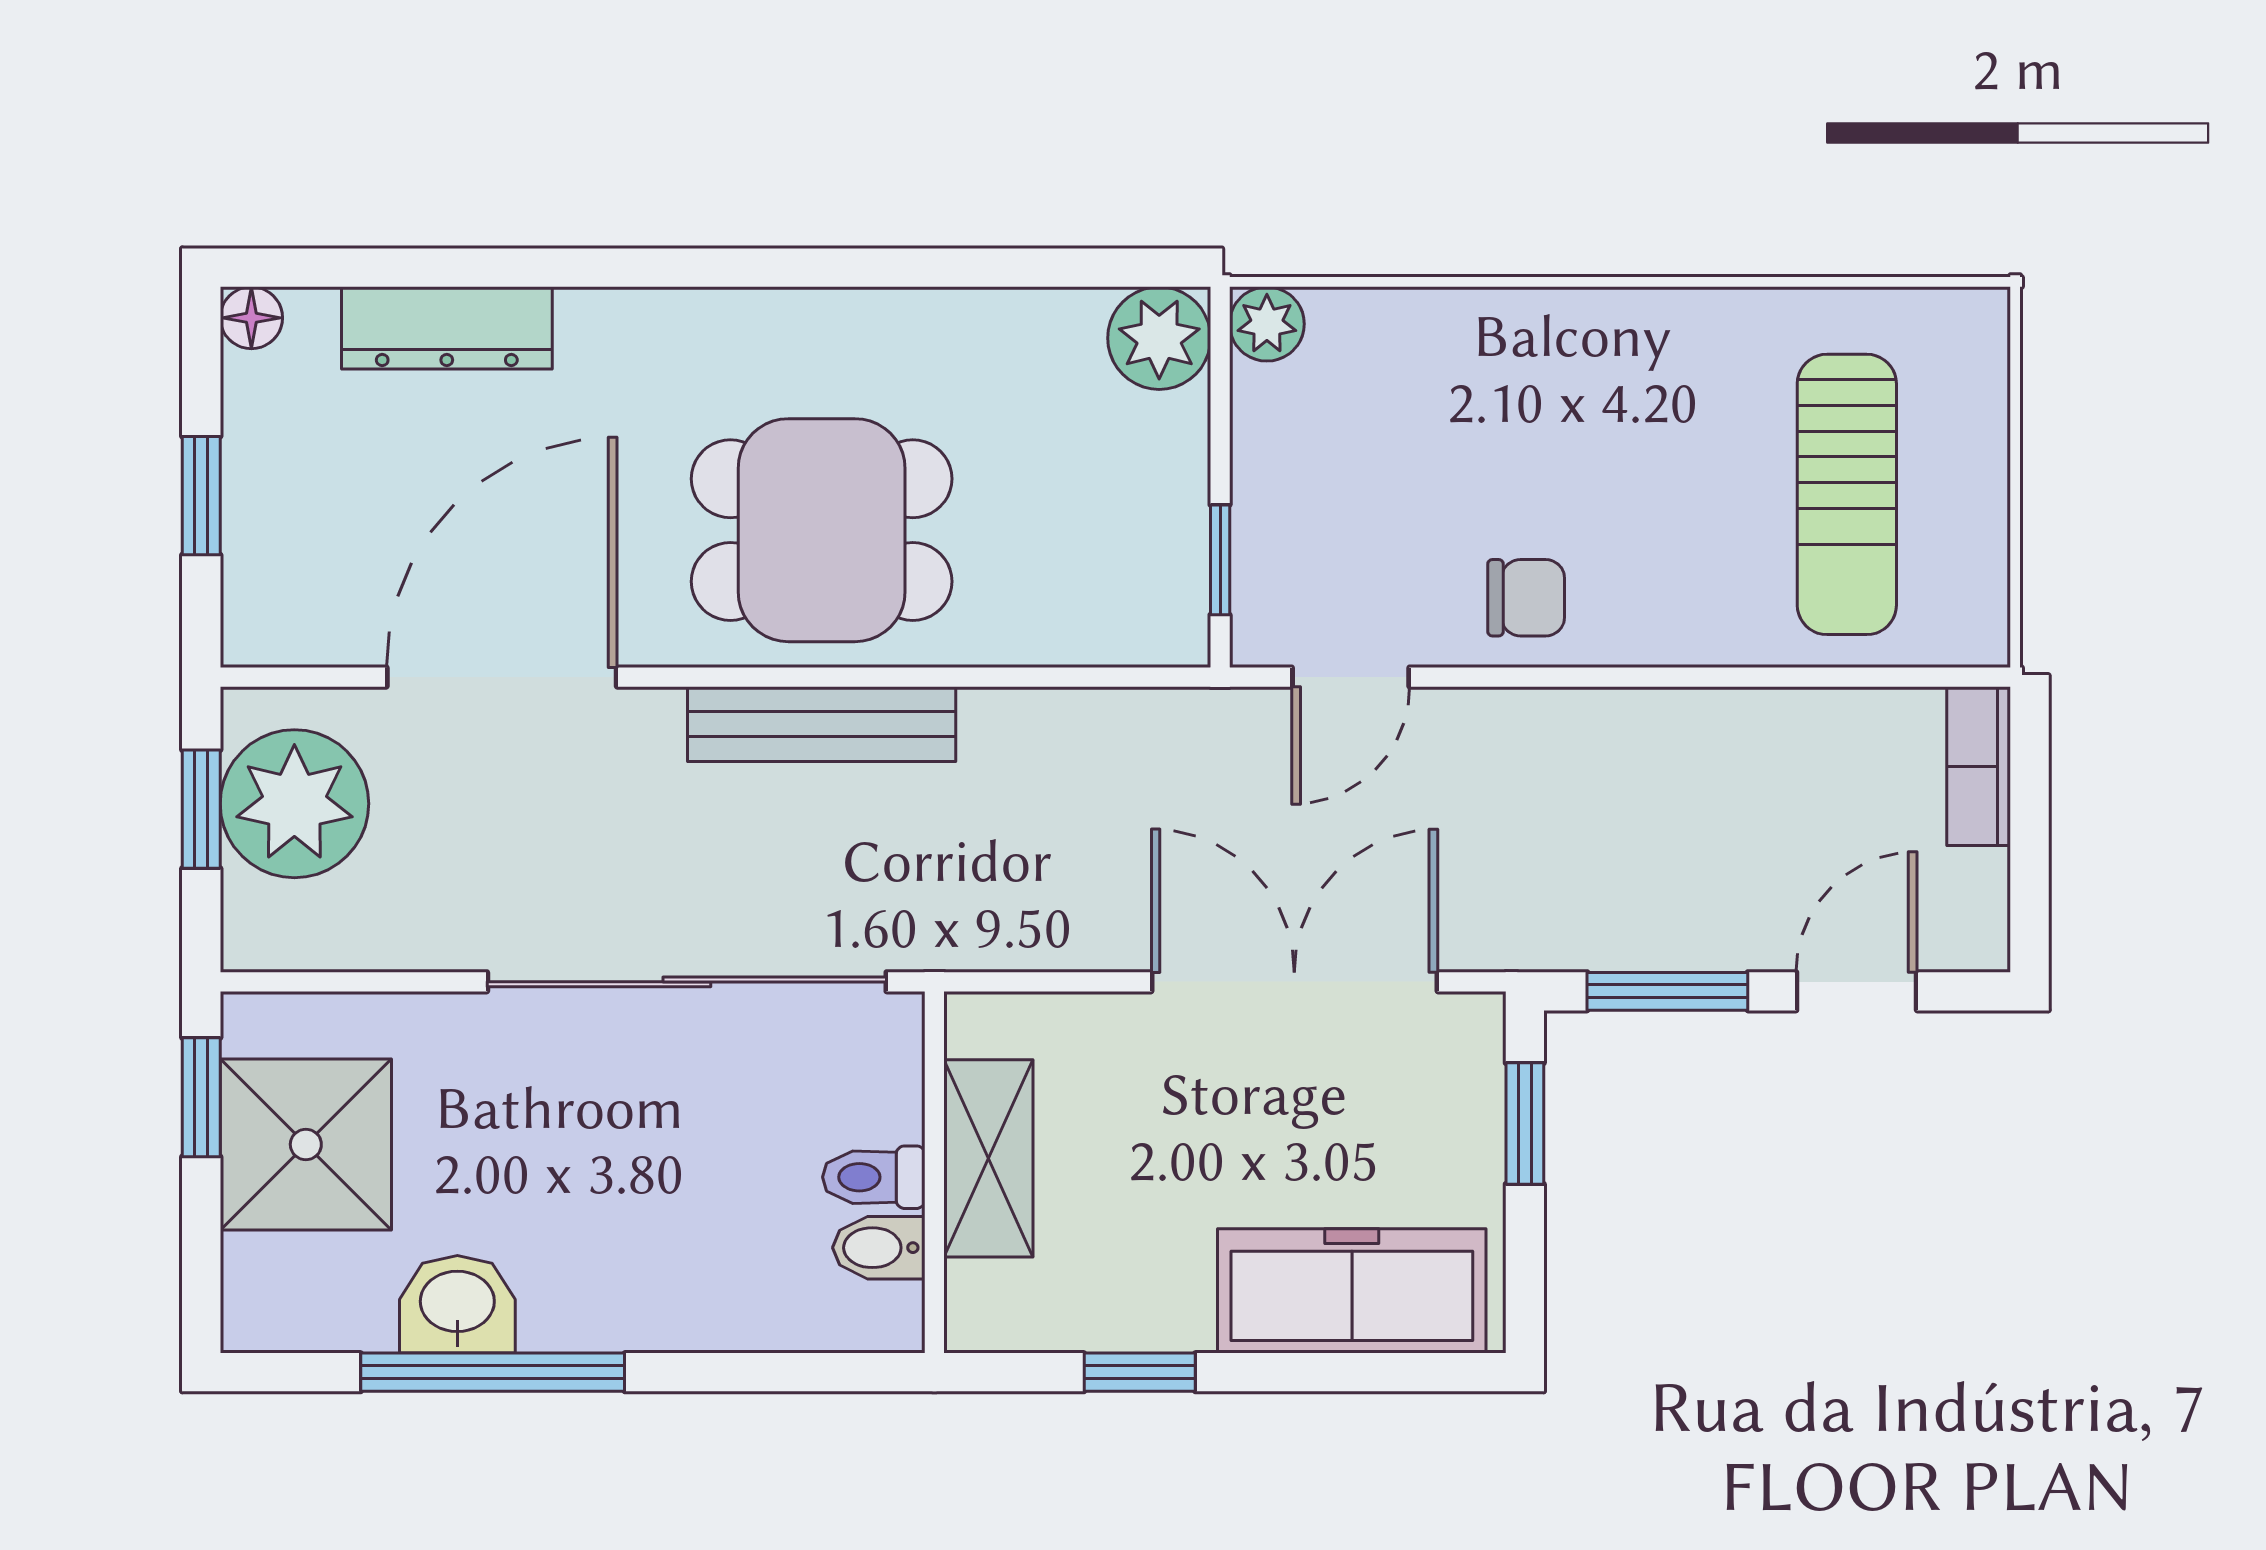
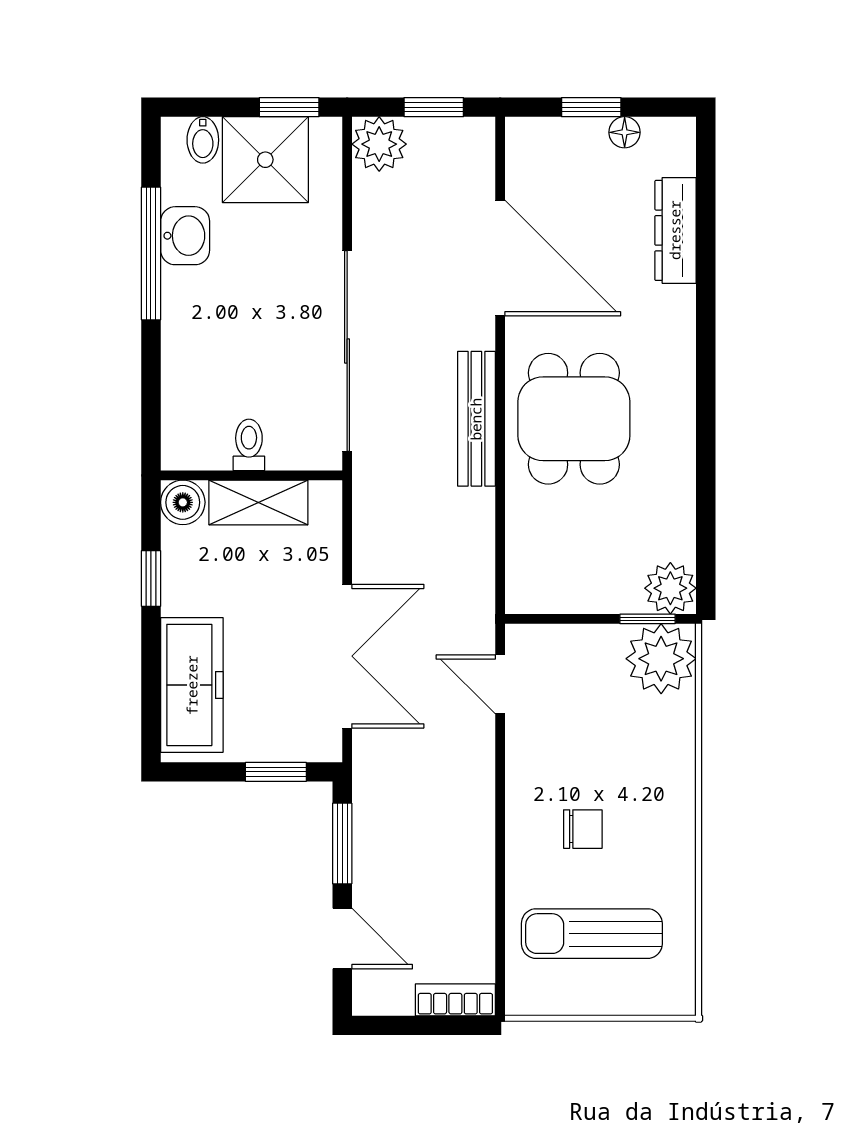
floor lamp: (251, 318) -> (625, 132), moved
plant: (1267, 324) -> (661, 659), width x1.88, depth x1.88
window: (1220, 560) -> (648, 619), moved
chair: (1526, 598) -> (583, 829), moved, turned -90
plant: (294, 804) -> (379, 144), moved, width x0.73, depth x0.73
bidet: (879, 1248) -> (203, 140), moved, turned 180
boiler: (988, 1309) -> (183, 502), added

